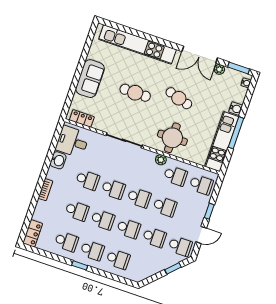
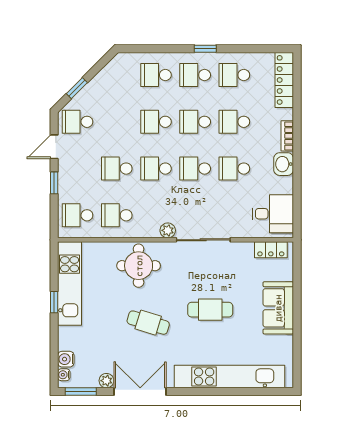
water cooler: (236, 109) -> (66, 359), moved
window: (236, 133) -> (54, 302), width x0.46
washbasin: (58, 160) -> (284, 164), moved
plant: (161, 160) -> (168, 230), moved
locker: (33, 233) -> (284, 80), width x1.53
school desk: (154, 237) -> (117, 122), removed

